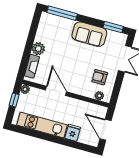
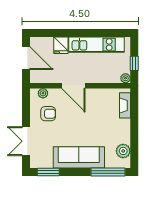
sofa: (89, 34) -> (79, 157), width x1.36
plant: (38, 49) -> (123, 151), moved
door: (56, 91) -> (73, 86), moved

